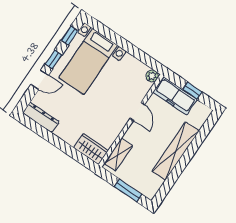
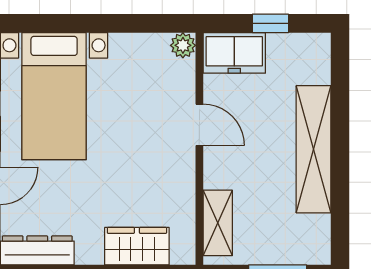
freezer: (175, 96) -> (234, 53), width x0.71
wardrobe: (91, 149) -> (137, 246), moved

